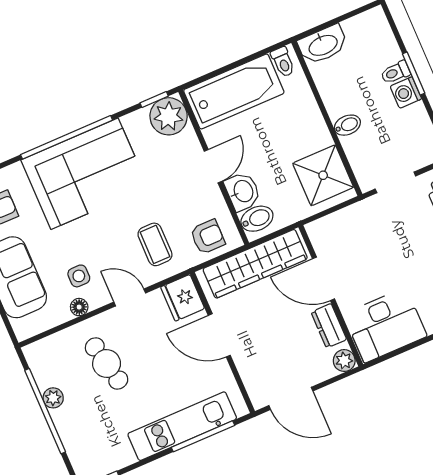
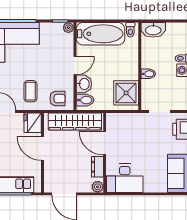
plant: (169, 116) -> (68, 28), width x0.53, depth x0.53

